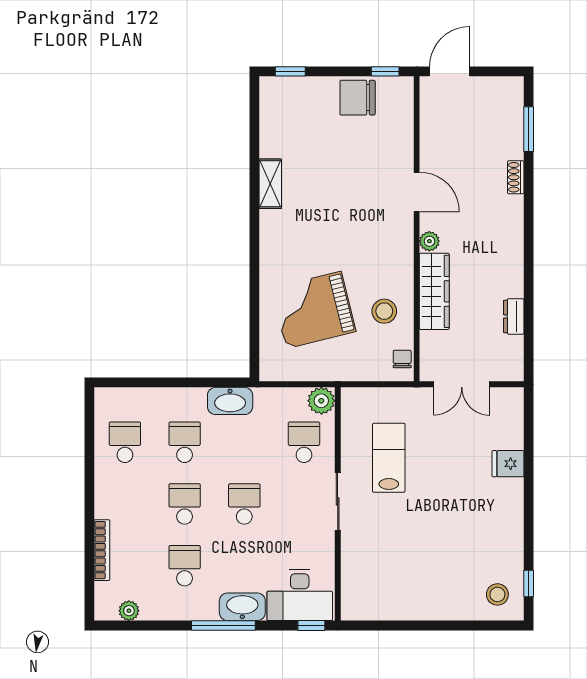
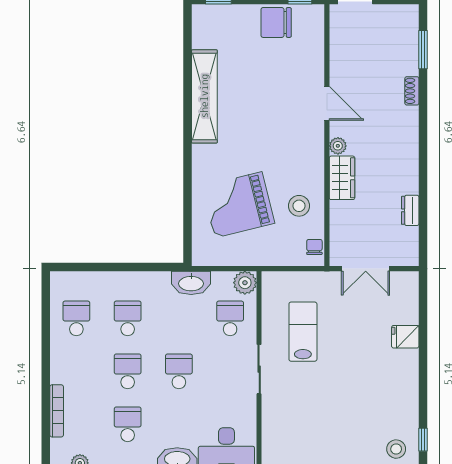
shelving: (270, 184) -> (204, 96), width x2.20, depth x1.33
wardrobe: (434, 291) -> (342, 178), width x0.67
washbasin: (230, 401) -> (191, 283), moved

